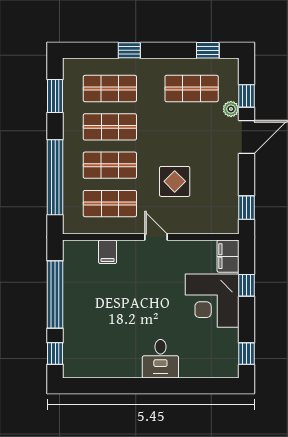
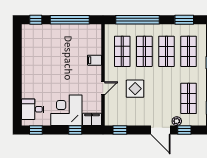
door: (156, 237) -> (103, 88), moved
filing cabinet: (108, 252) -> (94, 60), moved
desk: (160, 359) -> (33, 109), moved

